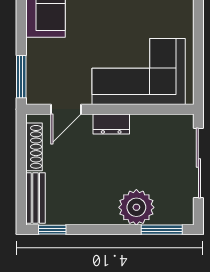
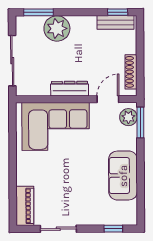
plant: (38, 84) -> (128, 117), added
dresser: (111, 124) -> (70, 89), width x1.44
bench: (35, 198) -> (115, 22), moved, turned 90

